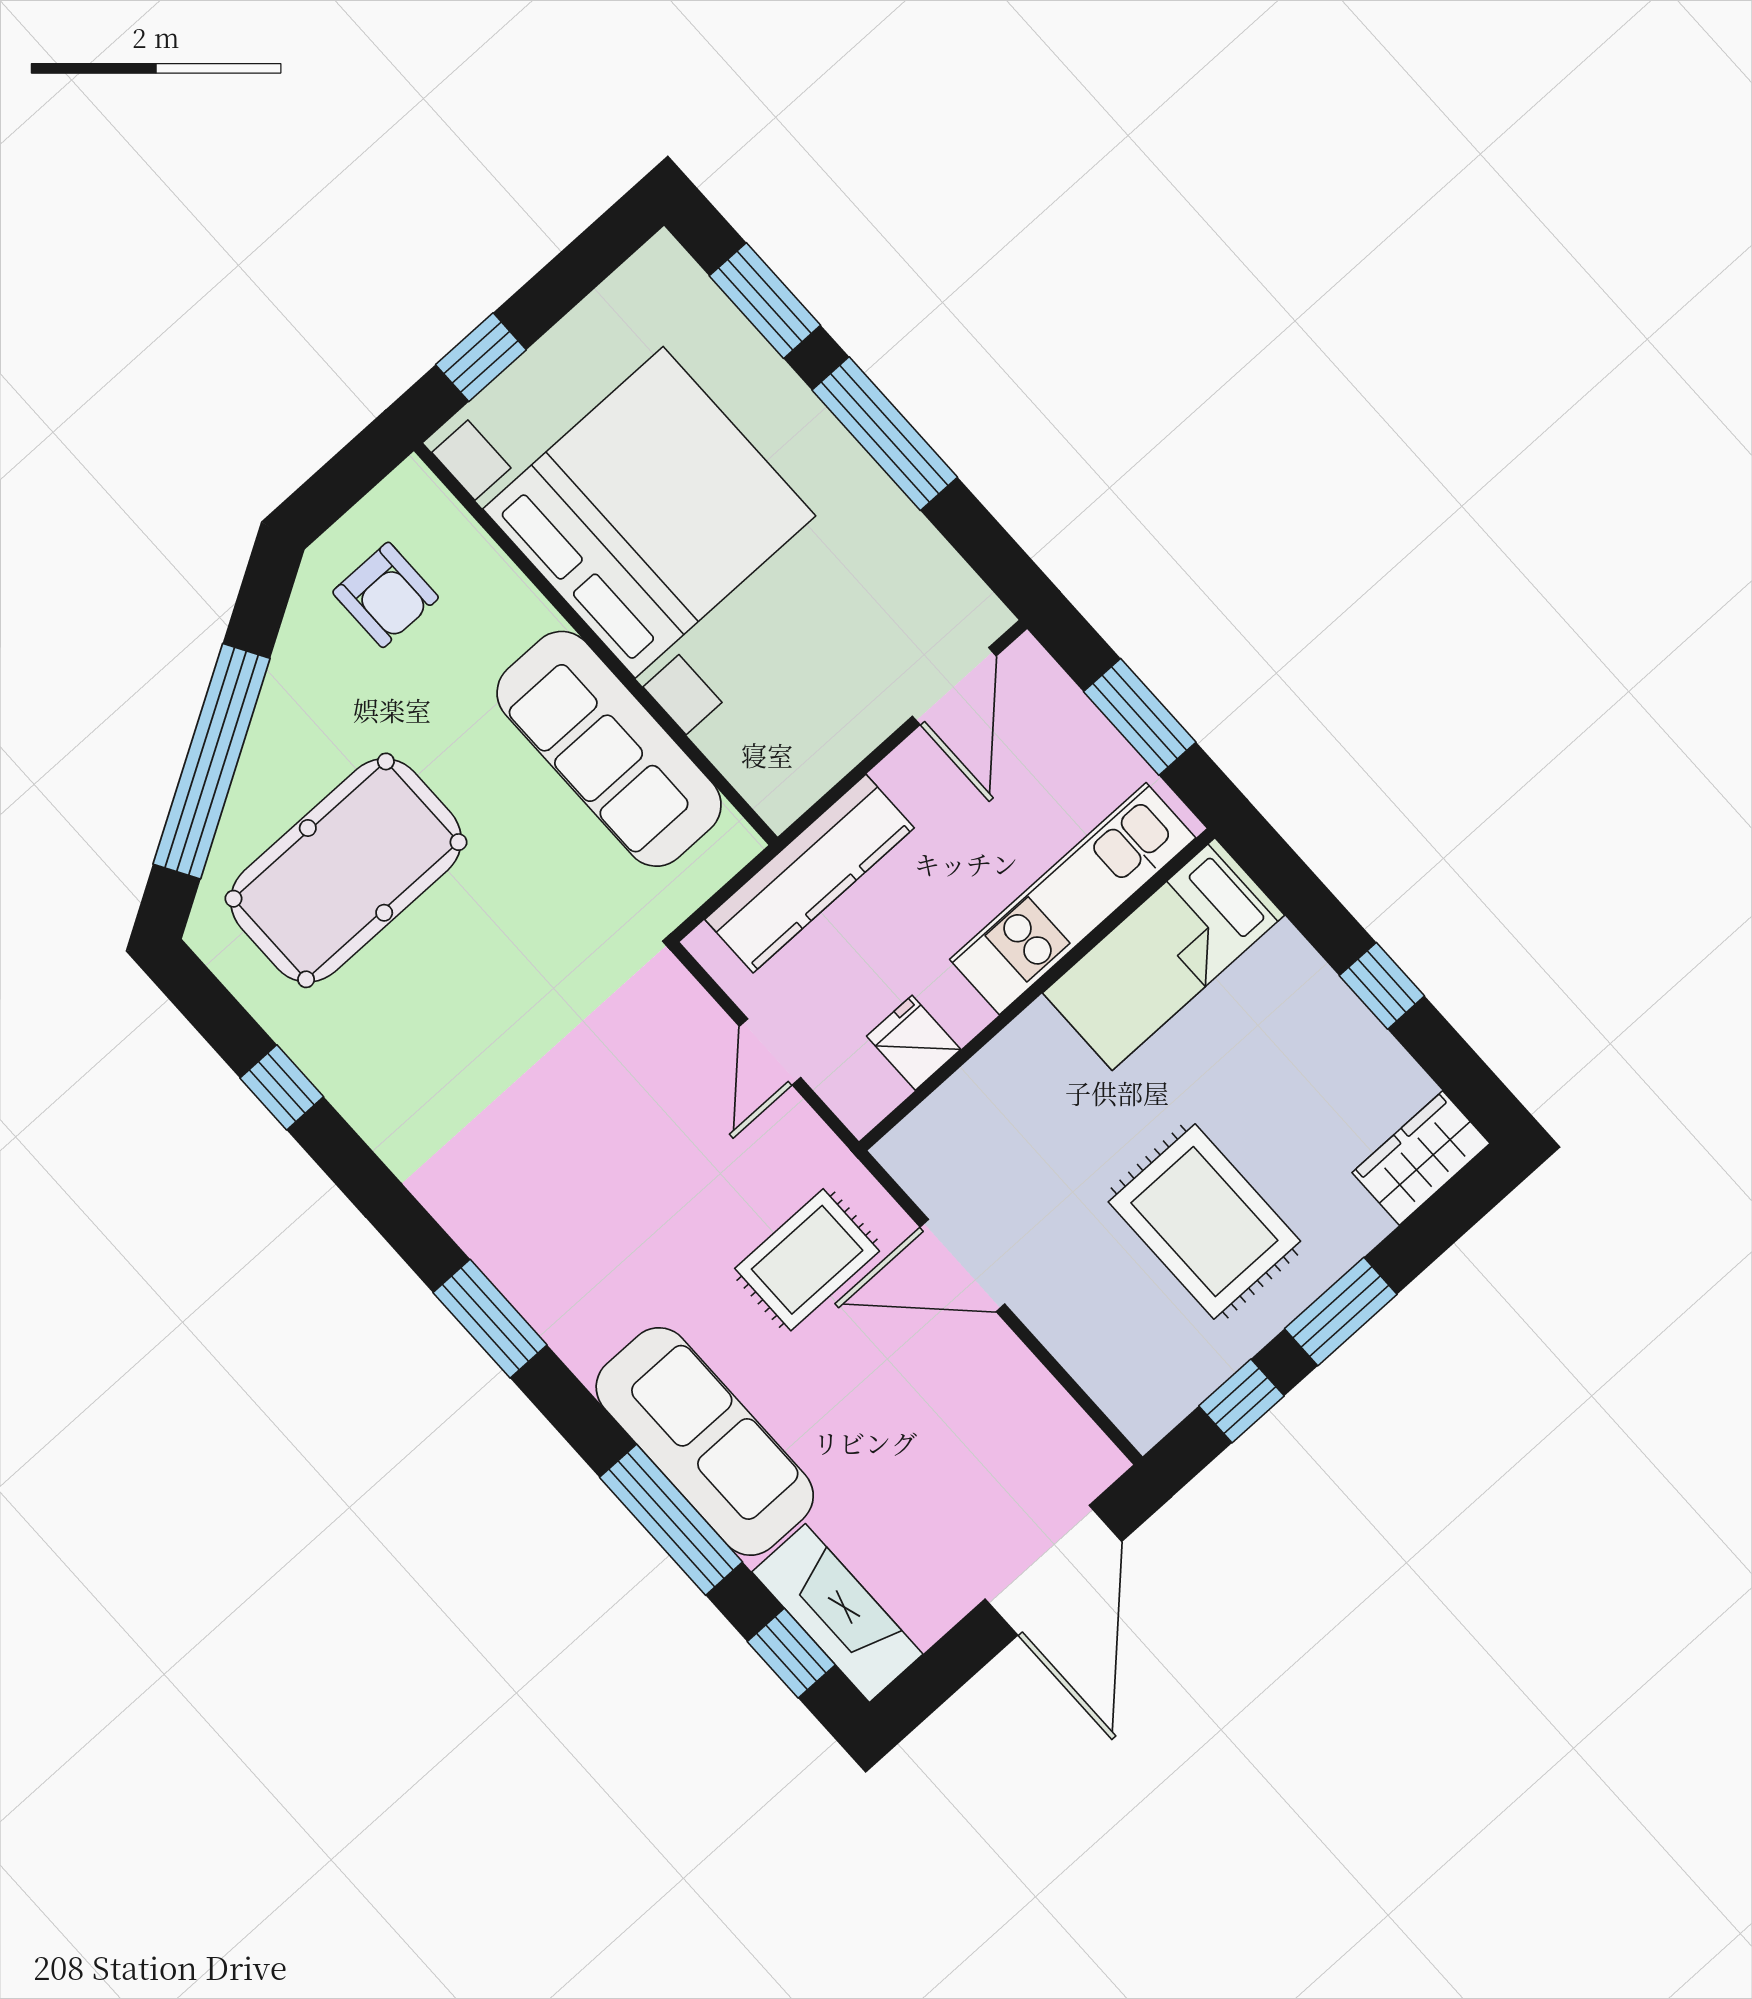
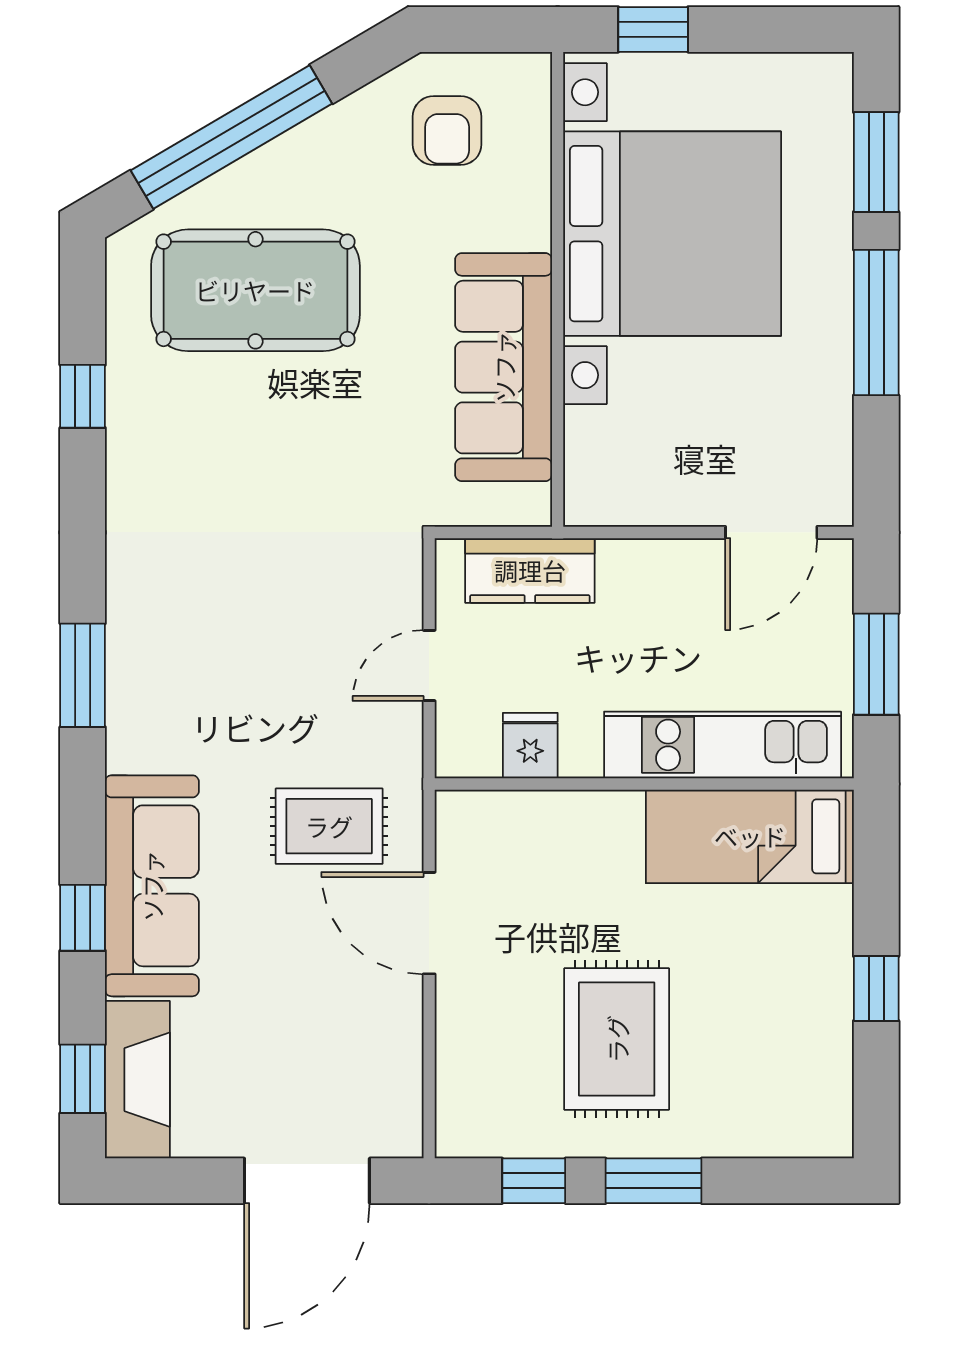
kitchen counter: (810, 874) -> (530, 570), width x0.67
wardrobe: (1421, 1158) -> (799, 1127), removed
window: (671, 1520) -> (83, 918), width x0.46

